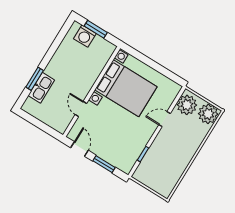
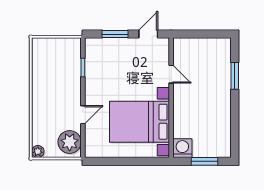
washing machine: (85, 36) -> (182, 148), moved
kitchen sink: (41, 88) -> (223, 71), removed
plant: (208, 114) -> (38, 152), width x0.53, depth x0.53
door: (79, 149) -> (148, 34), swing flipped

